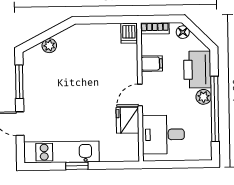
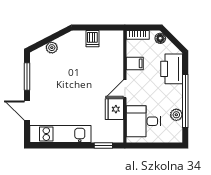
dishwasher: (129, 33) -> (92, 39), moved
plant: (204, 97) -> (176, 115), moved
window: (77, 166) -> (103, 145), moved

